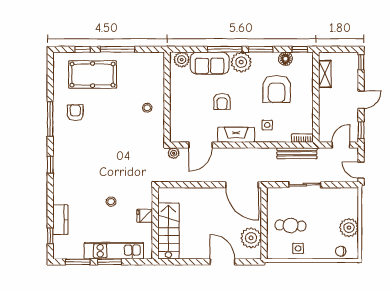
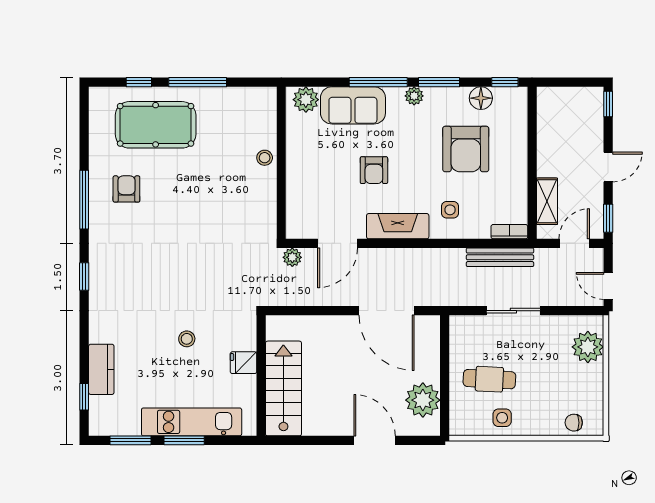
plant: (241, 62) -> (414, 96), width x0.53, depth x0.53
shelving: (325, 74) -> (547, 201), moved
stool: (147, 108) -> (265, 158), moved
door: (242, 185) -> (387, 311), moved
plant: (349, 228) -> (588, 347), moved

